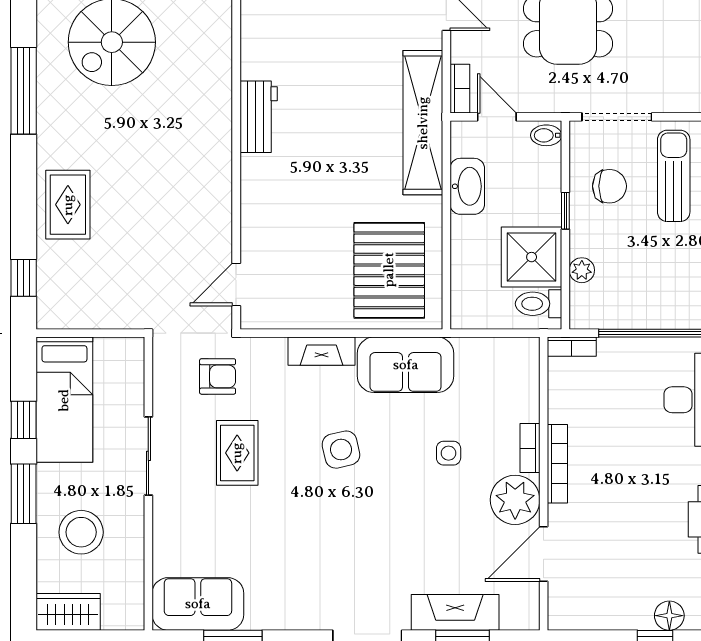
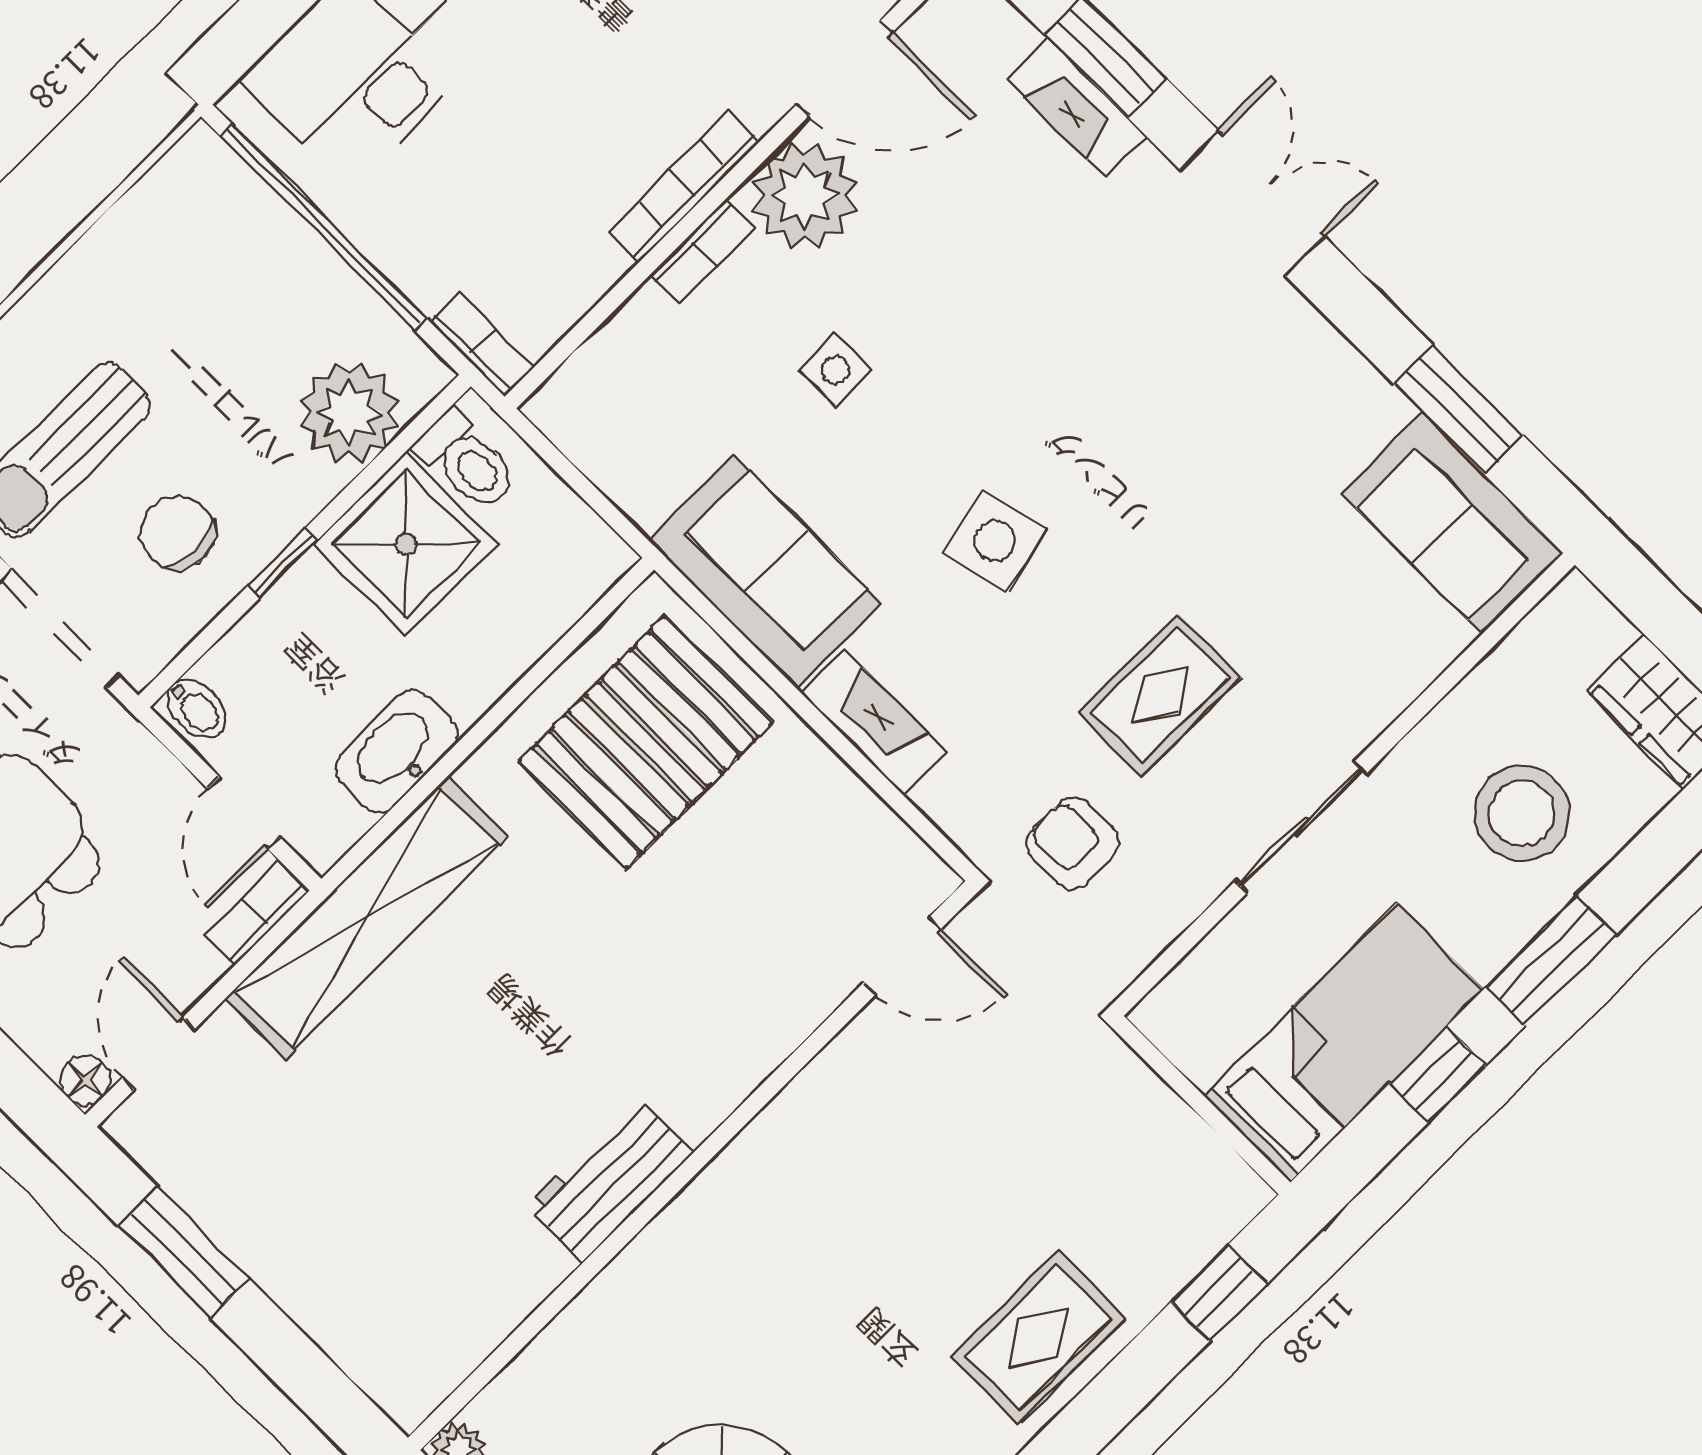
plant: (582, 270) -> (349, 412), width x1.88, depth x1.88
fireplace: (455, 612) -> (1077, 108), width x0.73, depth x0.76

